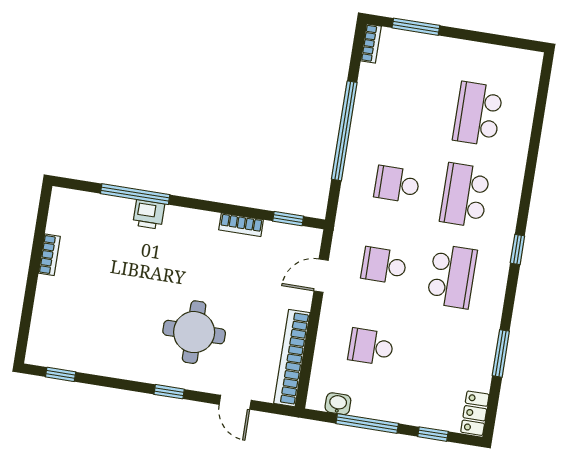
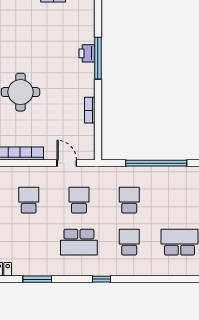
window: (135, 194) -> (98, 58), moved
school desk: (465, 195) -> (129, 242), width x0.54
window: (288, 219) -> (98, 138), removed

